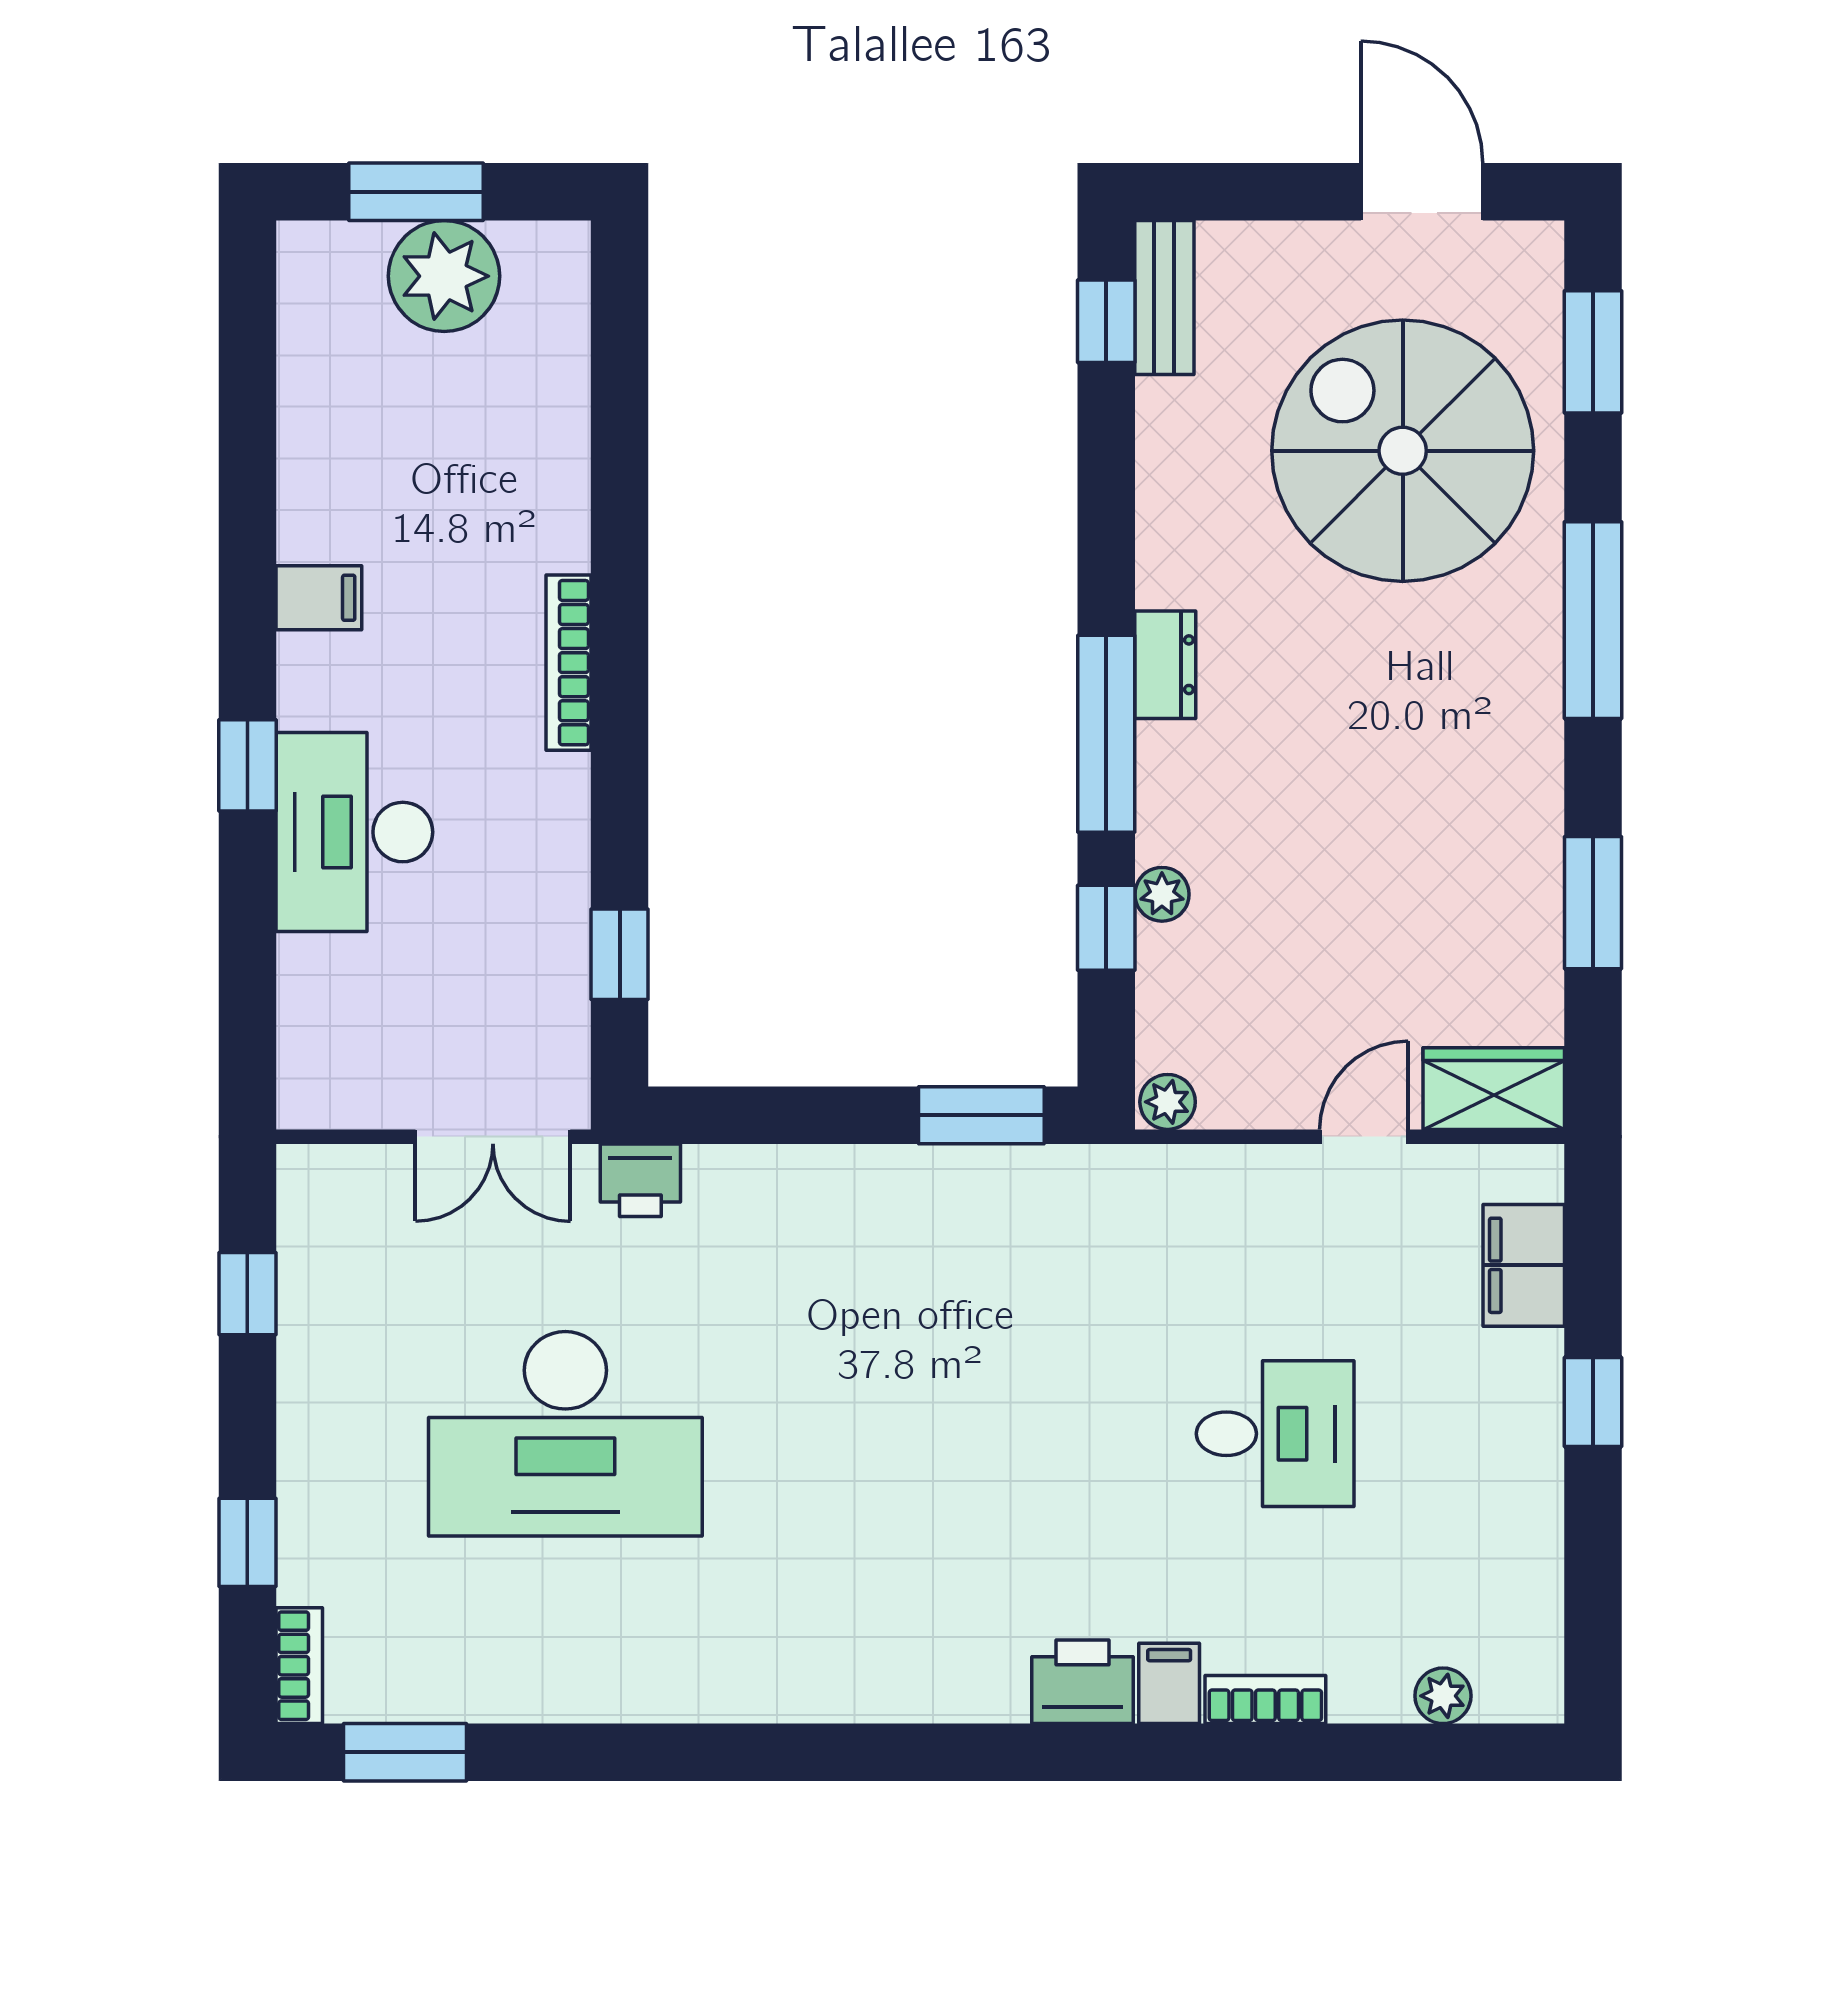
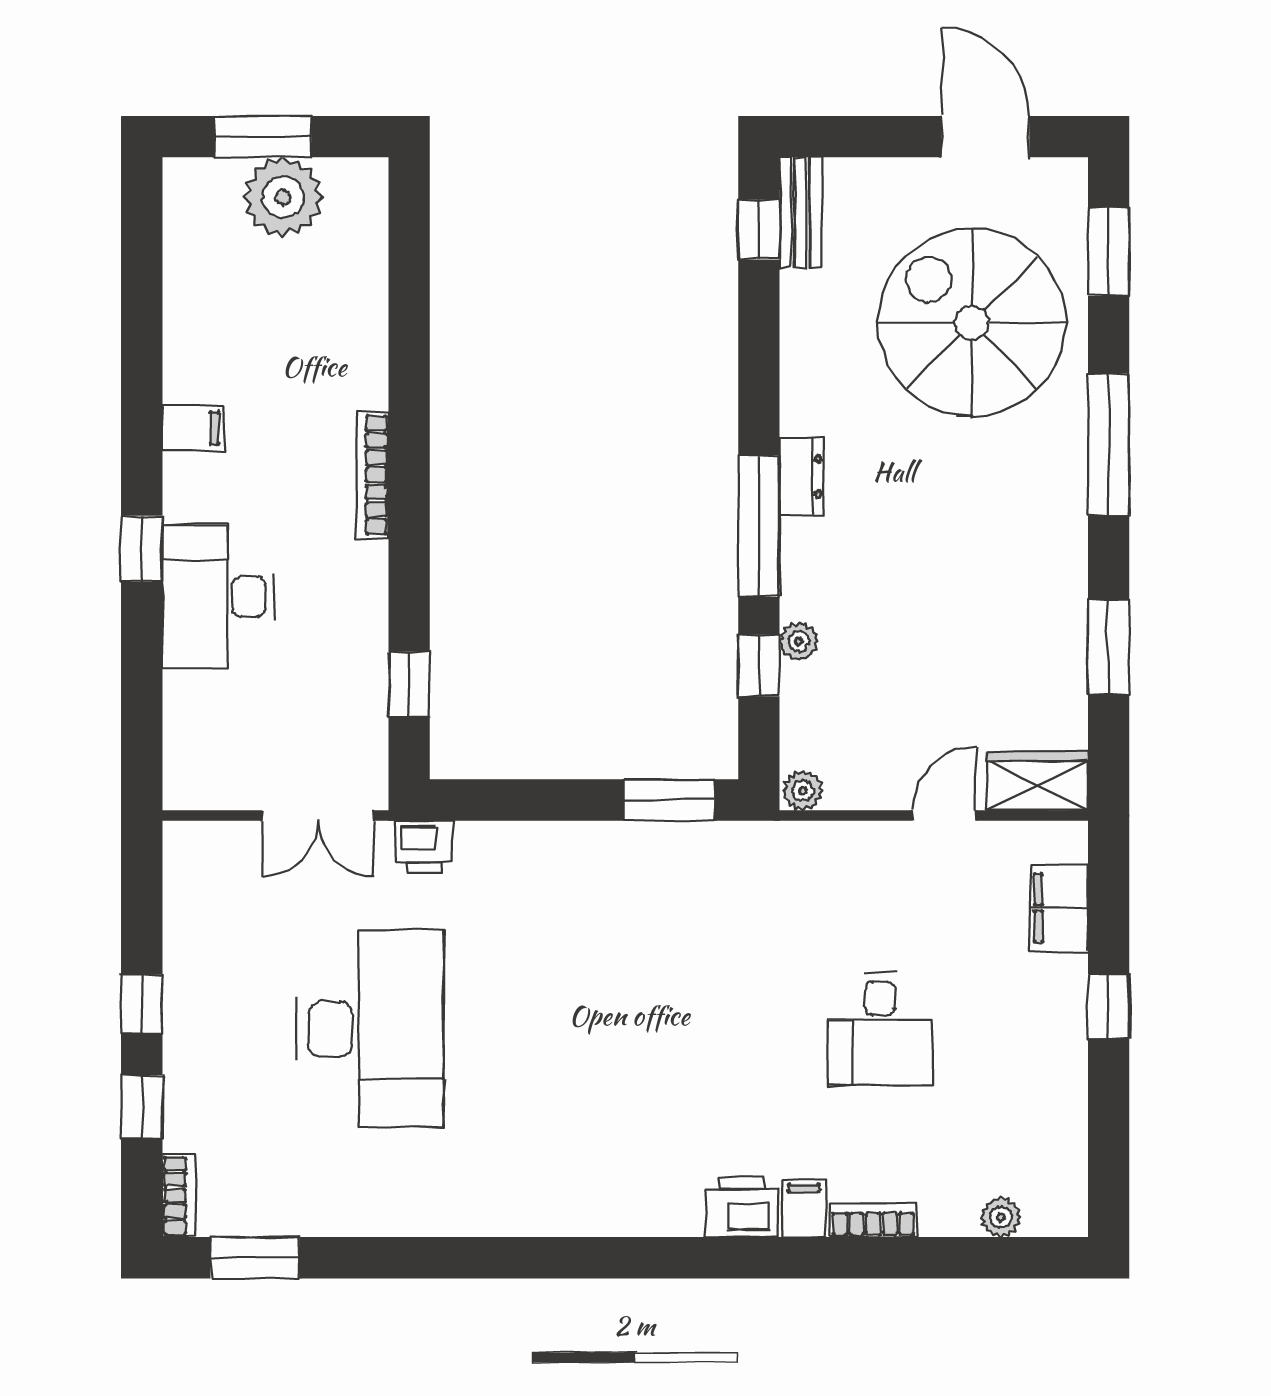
window: (247, 1294) -> (142, 1004), moved
desk: (565, 1434) -> (370, 1029), turned -90
desk: (1275, 1434) -> (880, 1029), turned 90

